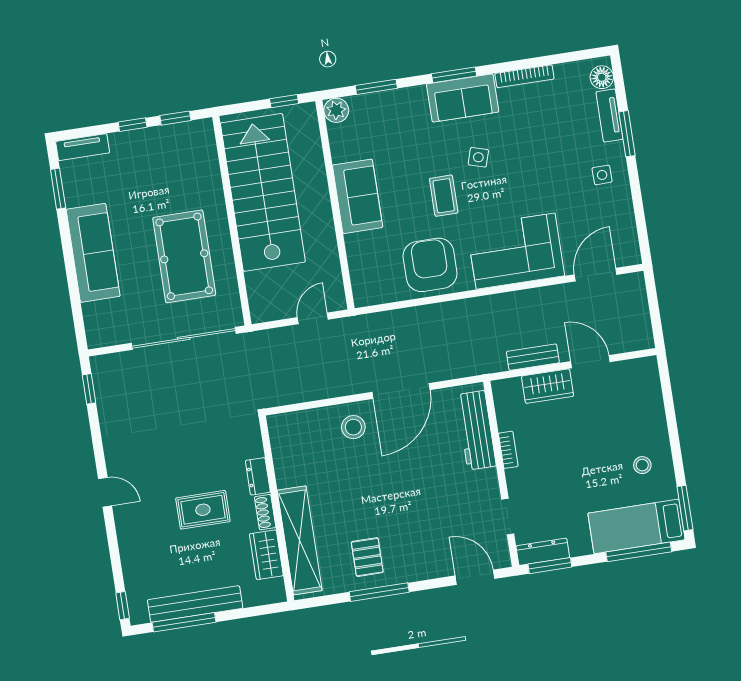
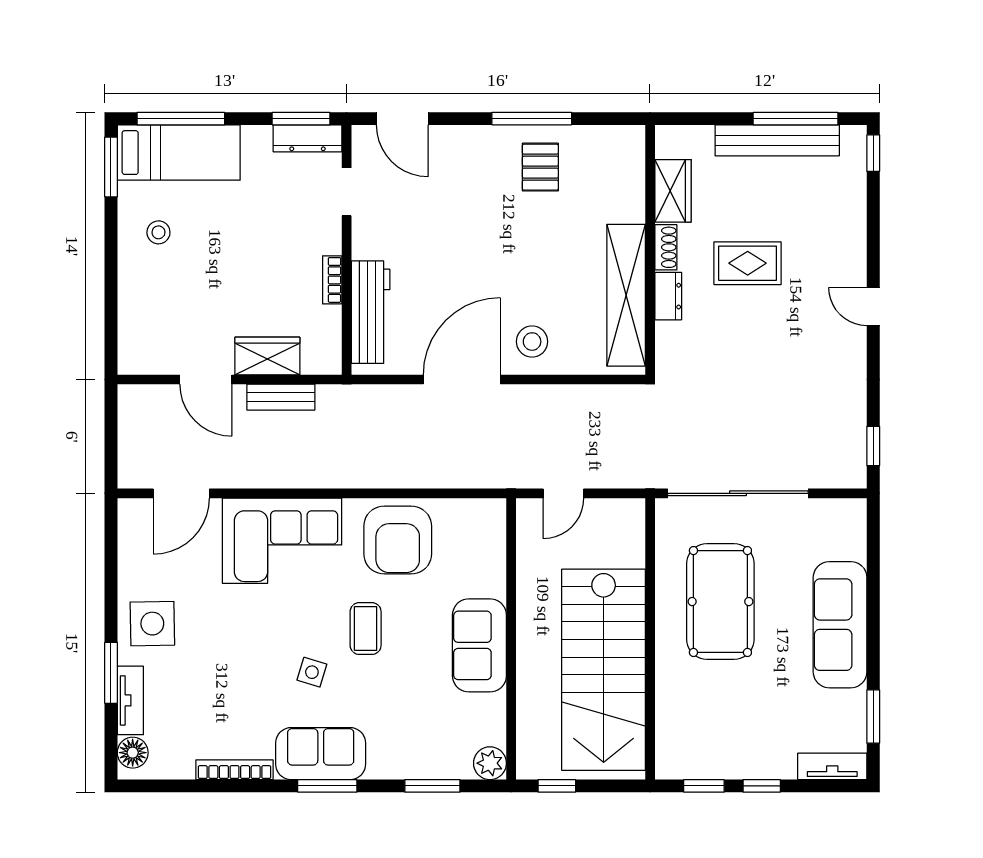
side table: (602, 175) -> (152, 624), width x1.87, depth x1.87
shelving: (300, 540) -> (626, 295), moved

